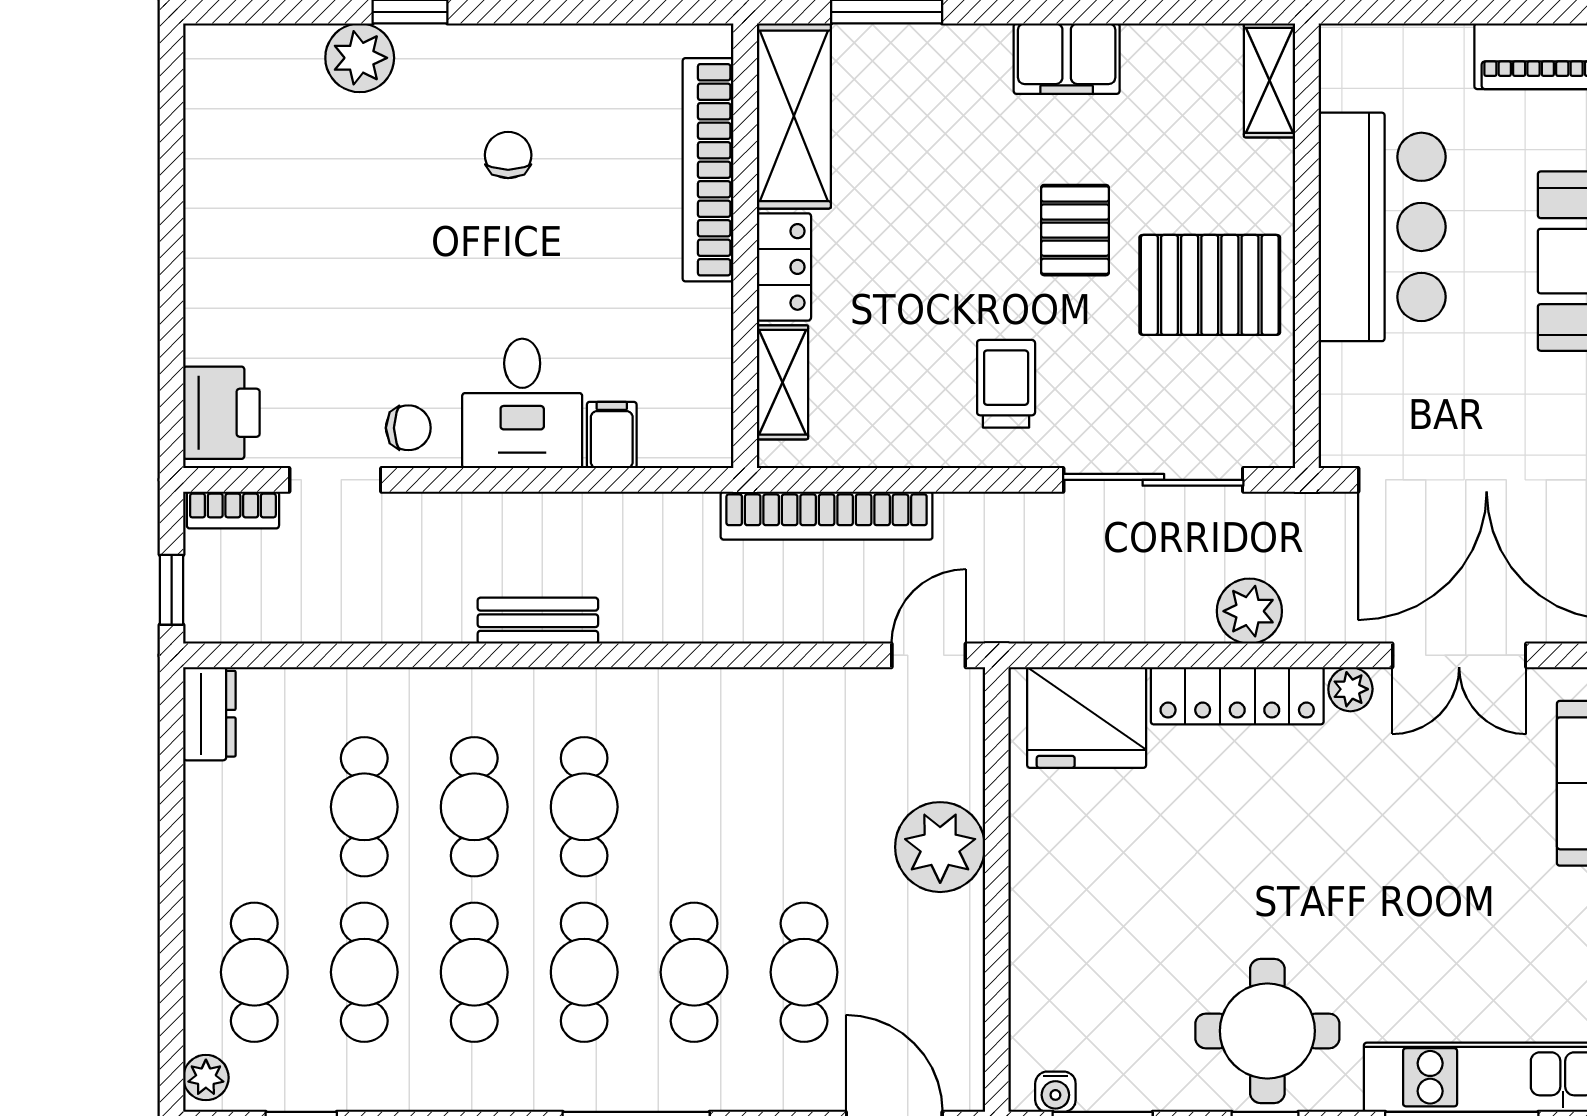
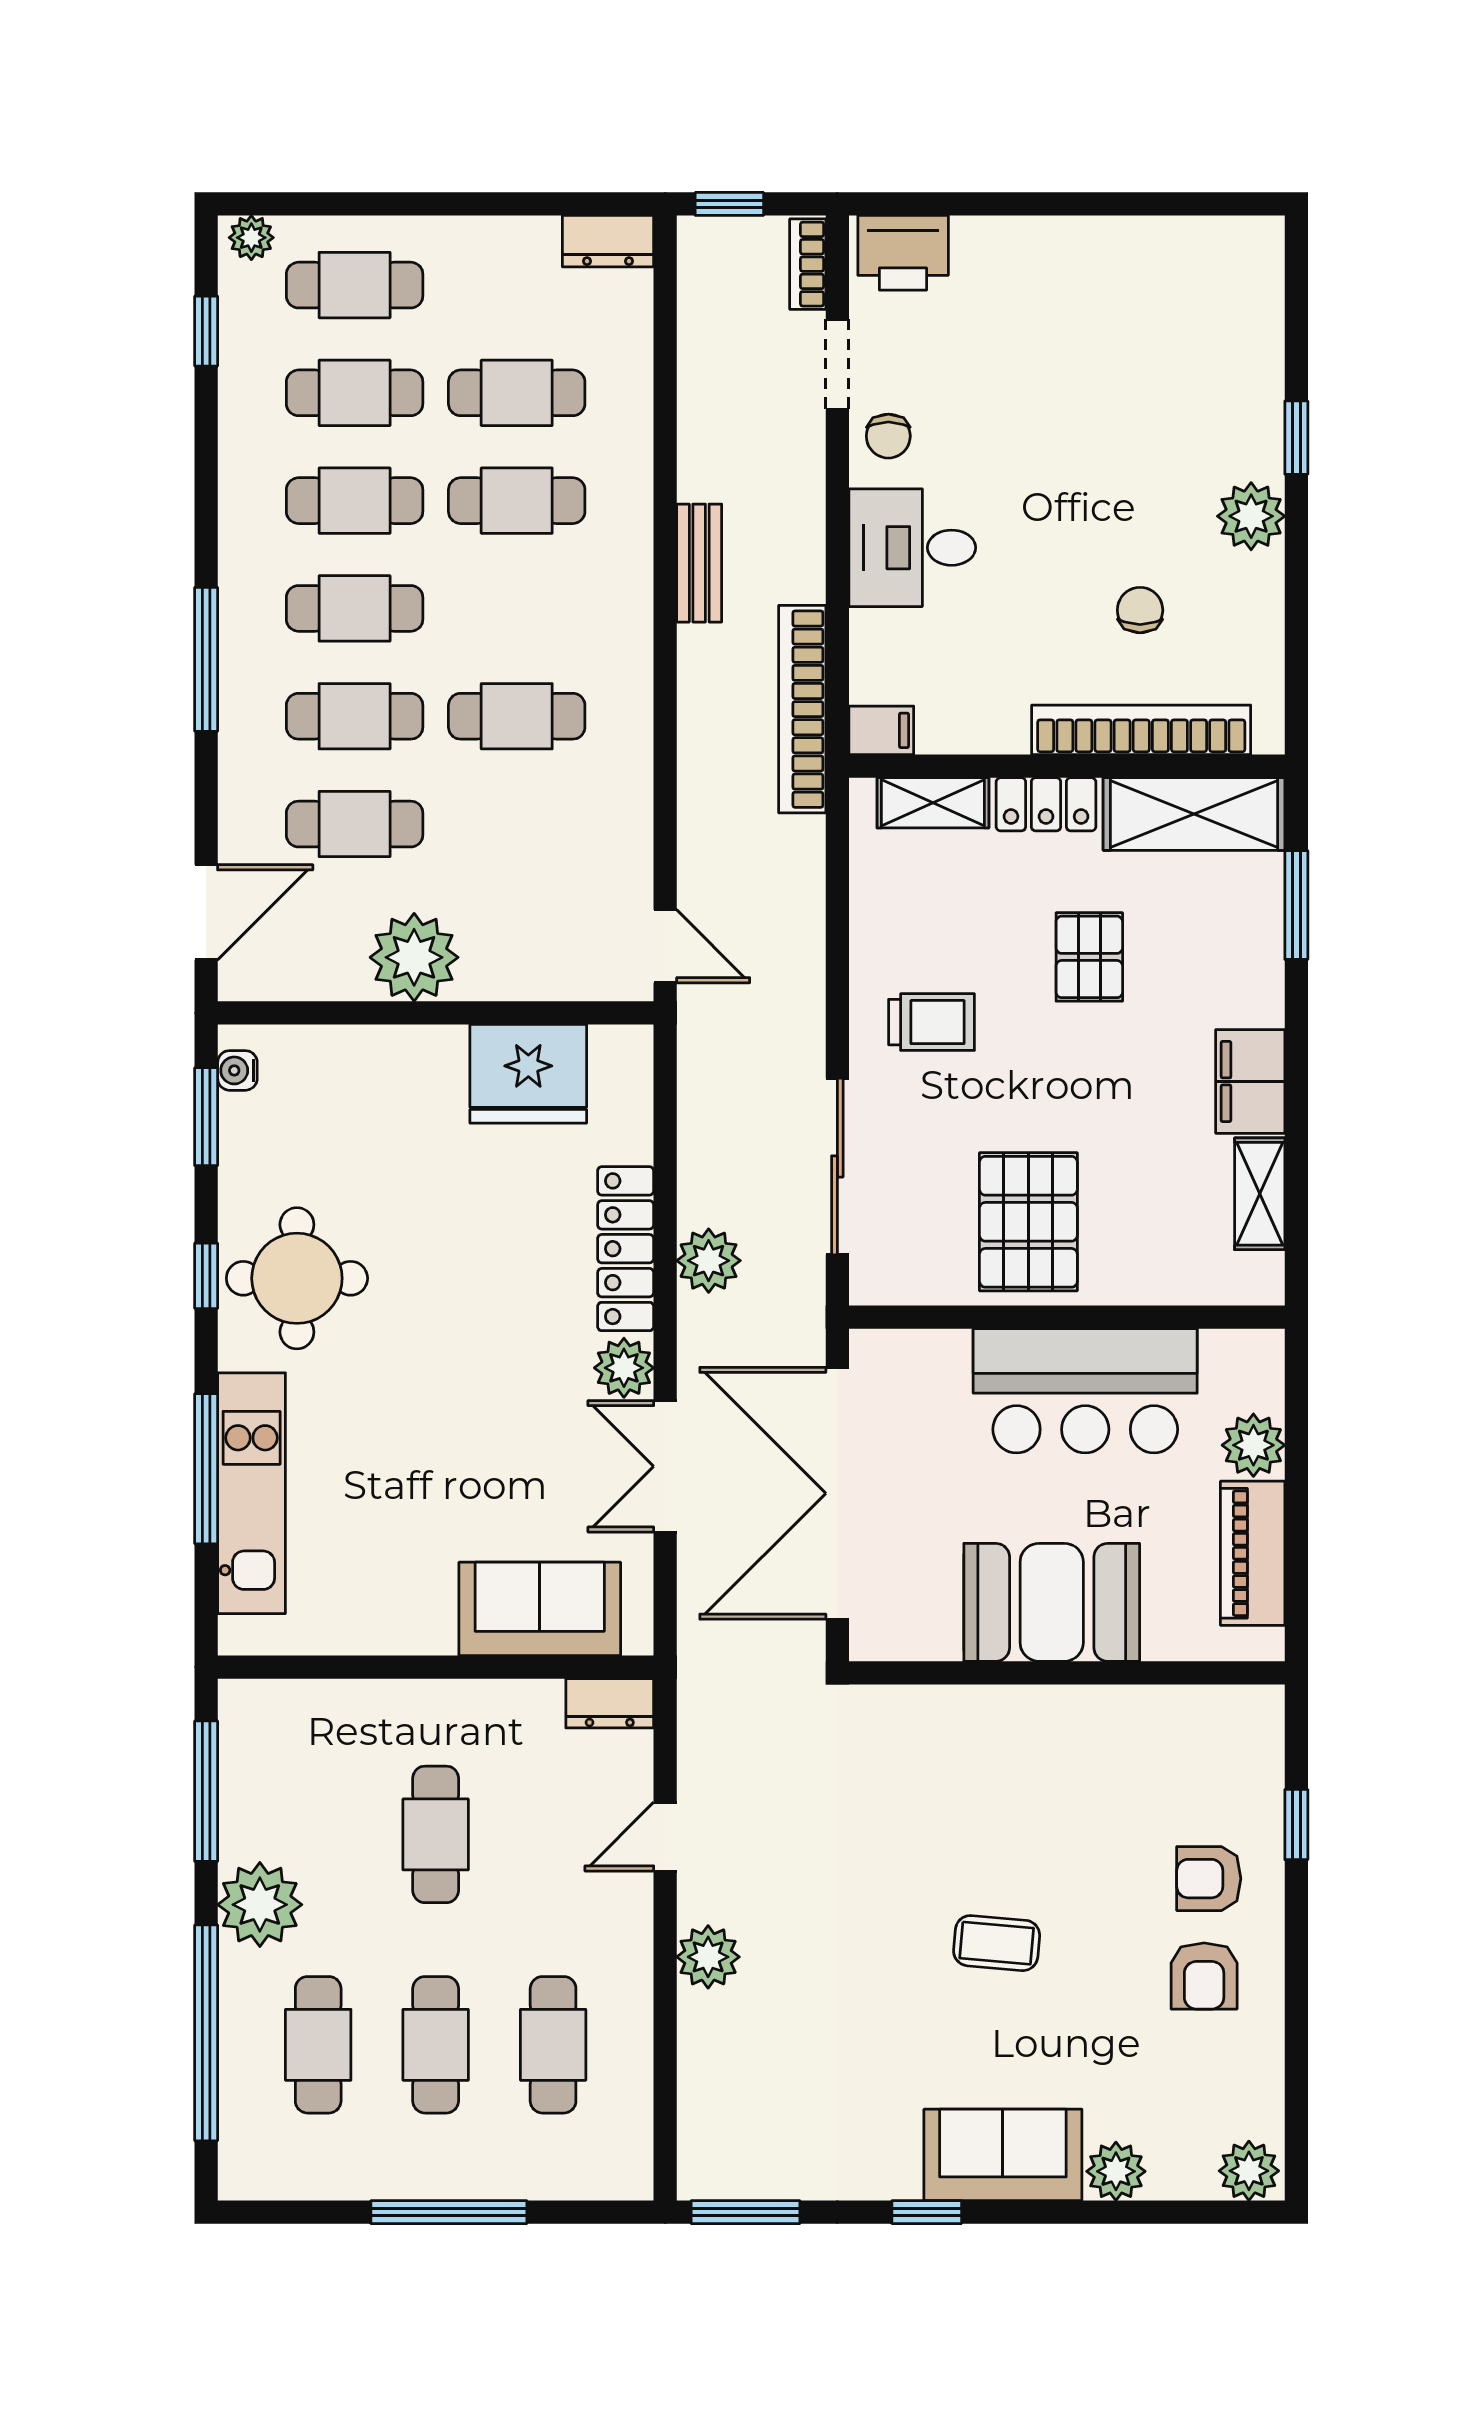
plant: (1438, 55) -> (1253, 1445), added
plant: (360, 58) -> (1251, 516), moved
shelving: (1270, 80) -> (1260, 1194), moved, turned 90
chair: (508, 155) -> (1140, 610), moved, turned -90
pallet: (1075, 230) -> (1089, 957), moved, turned 90
filing cabinet: (612, 435) -> (881, 730), moved
bookcase: (827, 516) -> (802, 709), moved
plant: (1350, 689) -> (624, 1368), width x1.38, depth x1.38
fridge: (1087, 717) -> (528, 1074), moved, turned -90
cafe table: (584, 807) -> (517, 716), moved
plant: (940, 847) -> (414, 957), moved

